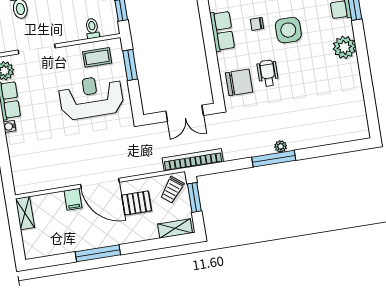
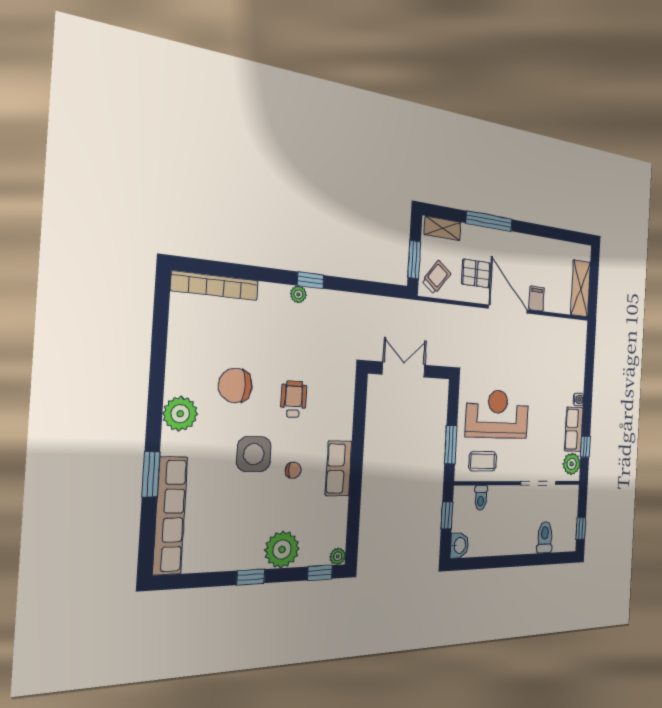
wheelchair: (268, 73) -> (294, 399), turned 180
chair: (239, 82) -> (235, 385), moved
reception desk: (91, 97) -> (497, 414), turned 180
window: (274, 159) -> (310, 280), width x0.46
bookcase: (193, 160) -> (215, 286), moved
shelving: (25, 213) -> (581, 288), width x1.50, depth x1.33
window: (98, 253) -> (489, 221), moved

